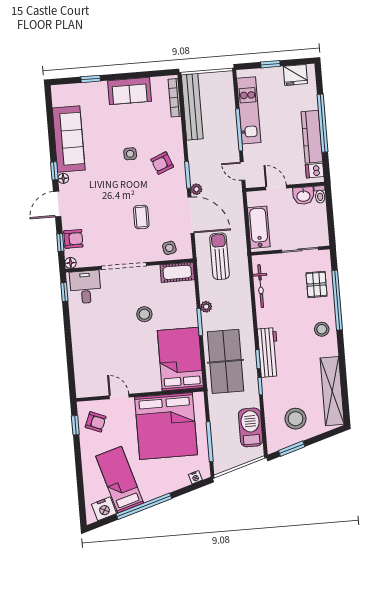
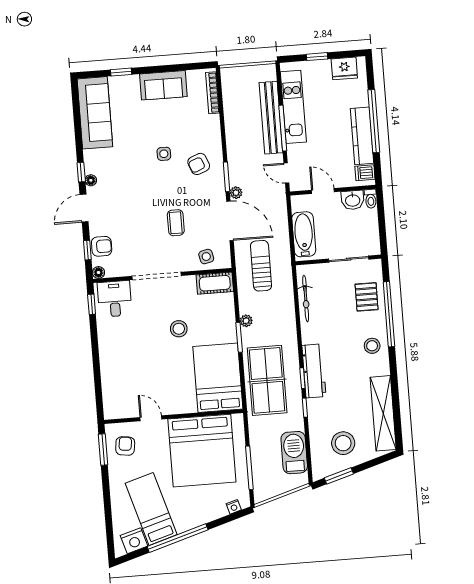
bench: (192, 107) -> (271, 118), moved
sofa: (69, 139) -> (95, 113), moved
armchair: (96, 422) -> (125, 446), turned -105
window: (75, 425) -> (103, 450), width x1.50

